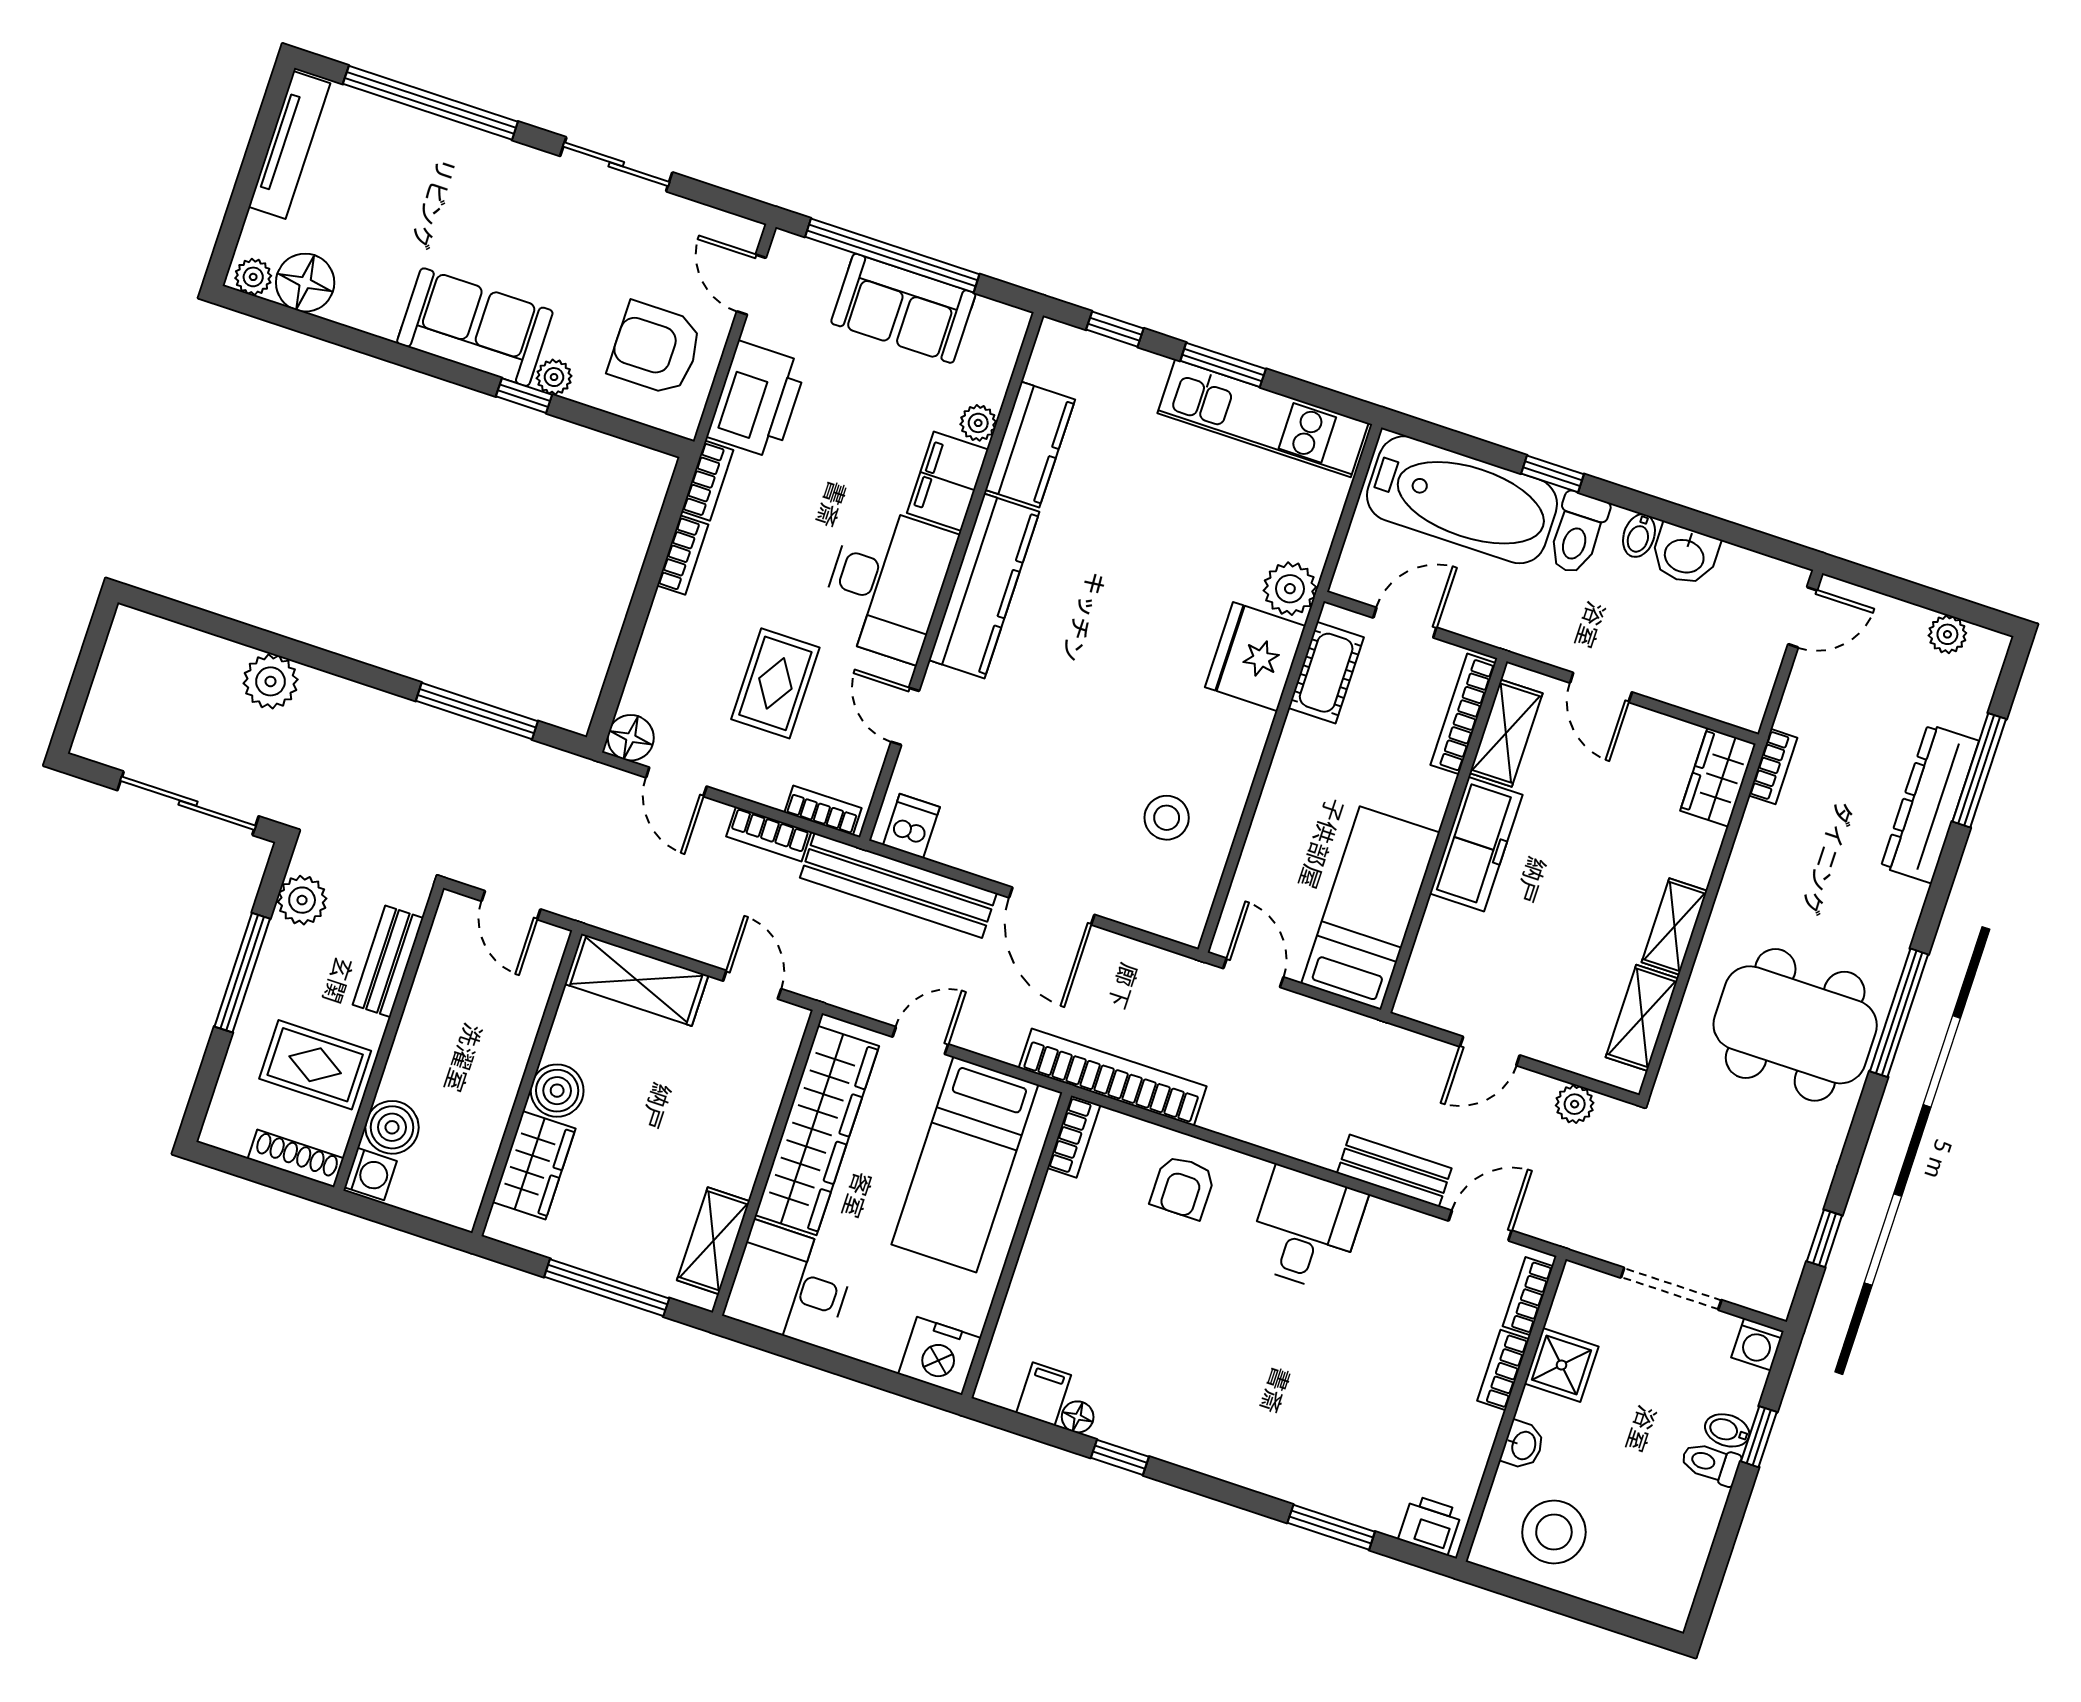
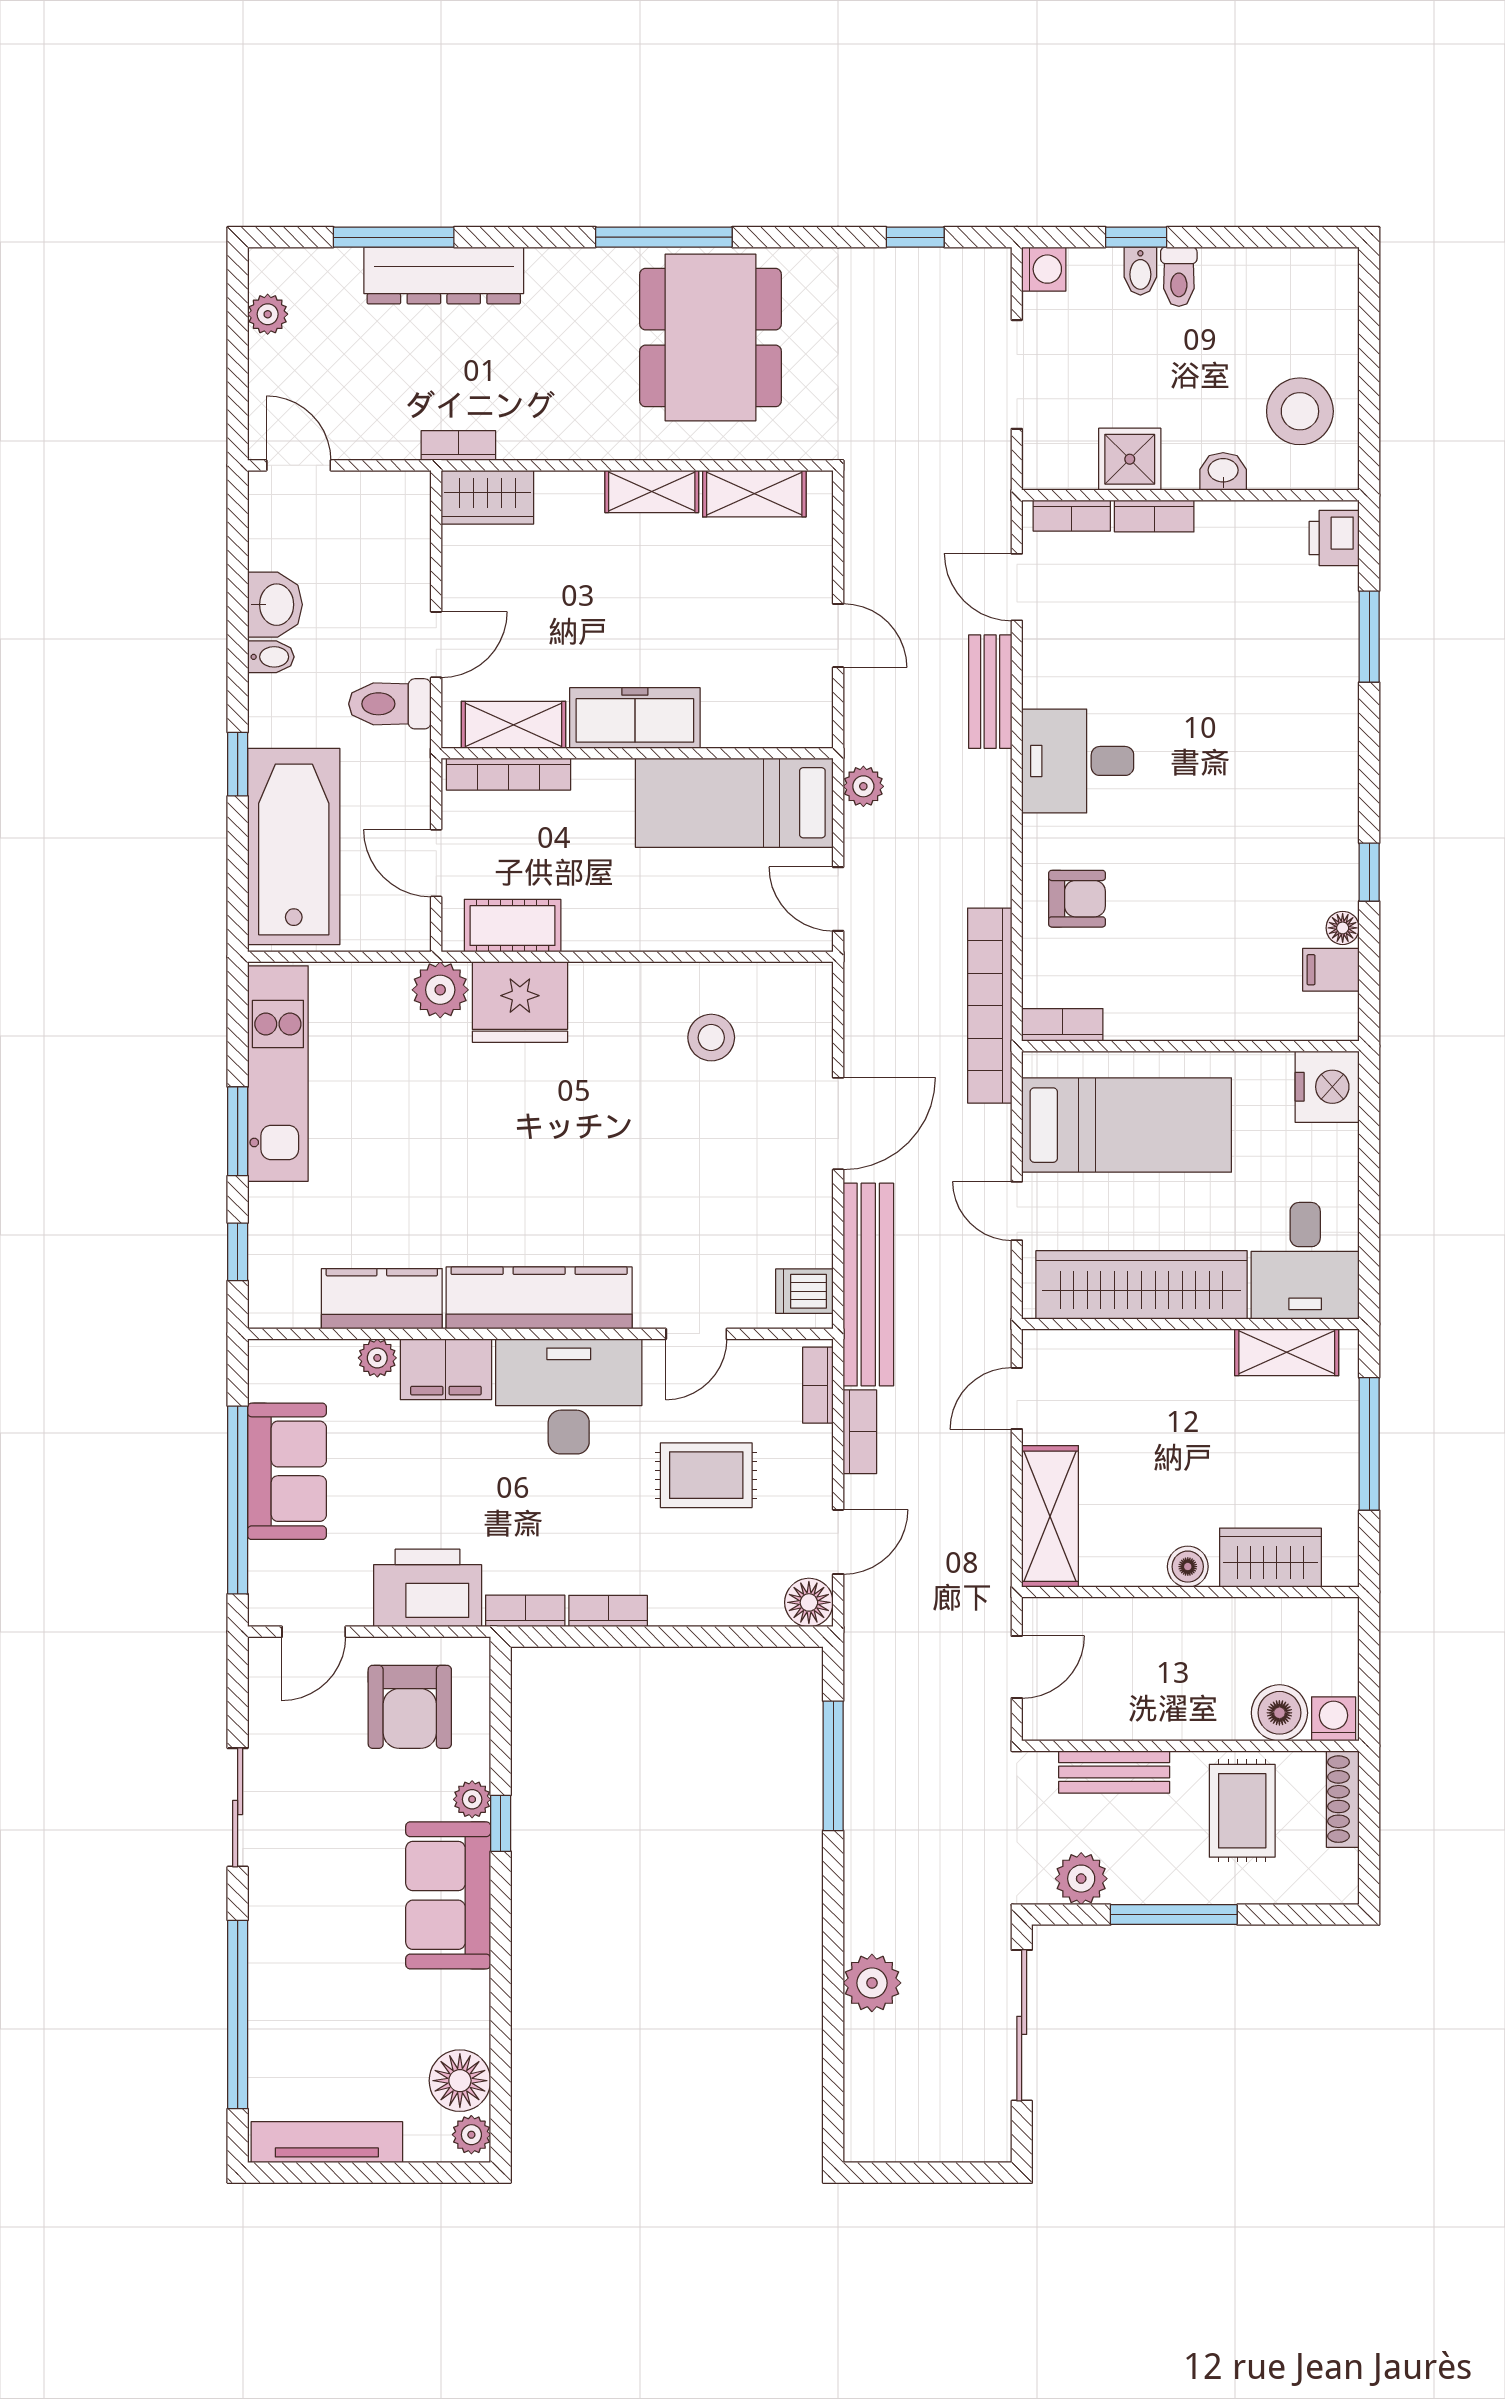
toilet: (1578, 533) -> (390, 704), moved, turned 180
door: (1253, 973) -> (838, 899), hinge flipped
boiler: (557, 1091) -> (1188, 1567), width x0.73, depth x0.73
plant: (1575, 1104) -> (863, 786), moved

